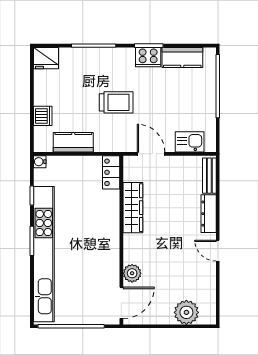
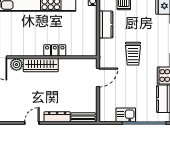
kitchen sink: (190, 142) -> (126, 115), moved, turned -90
locker: (111, 172) -> (55, 50), moved
wardrobe: (133, 208) -> (41, 65), moved

